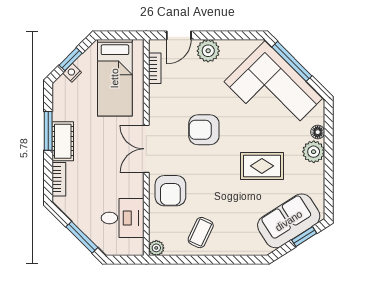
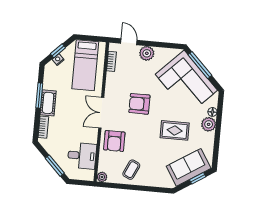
door: (179, 35) -> (129, 42), swing flipped

